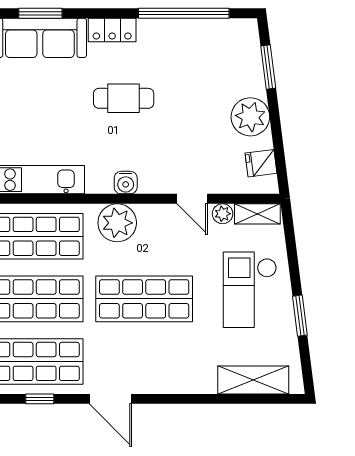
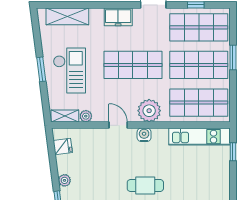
plant: (250, 117) -> (64, 180), width x0.53, depth x0.53
door: (192, 199) -> (118, 125), moved
window: (300, 316) -> (41, 69), moved
freezer: (169, 379) -> (118, 17), added

